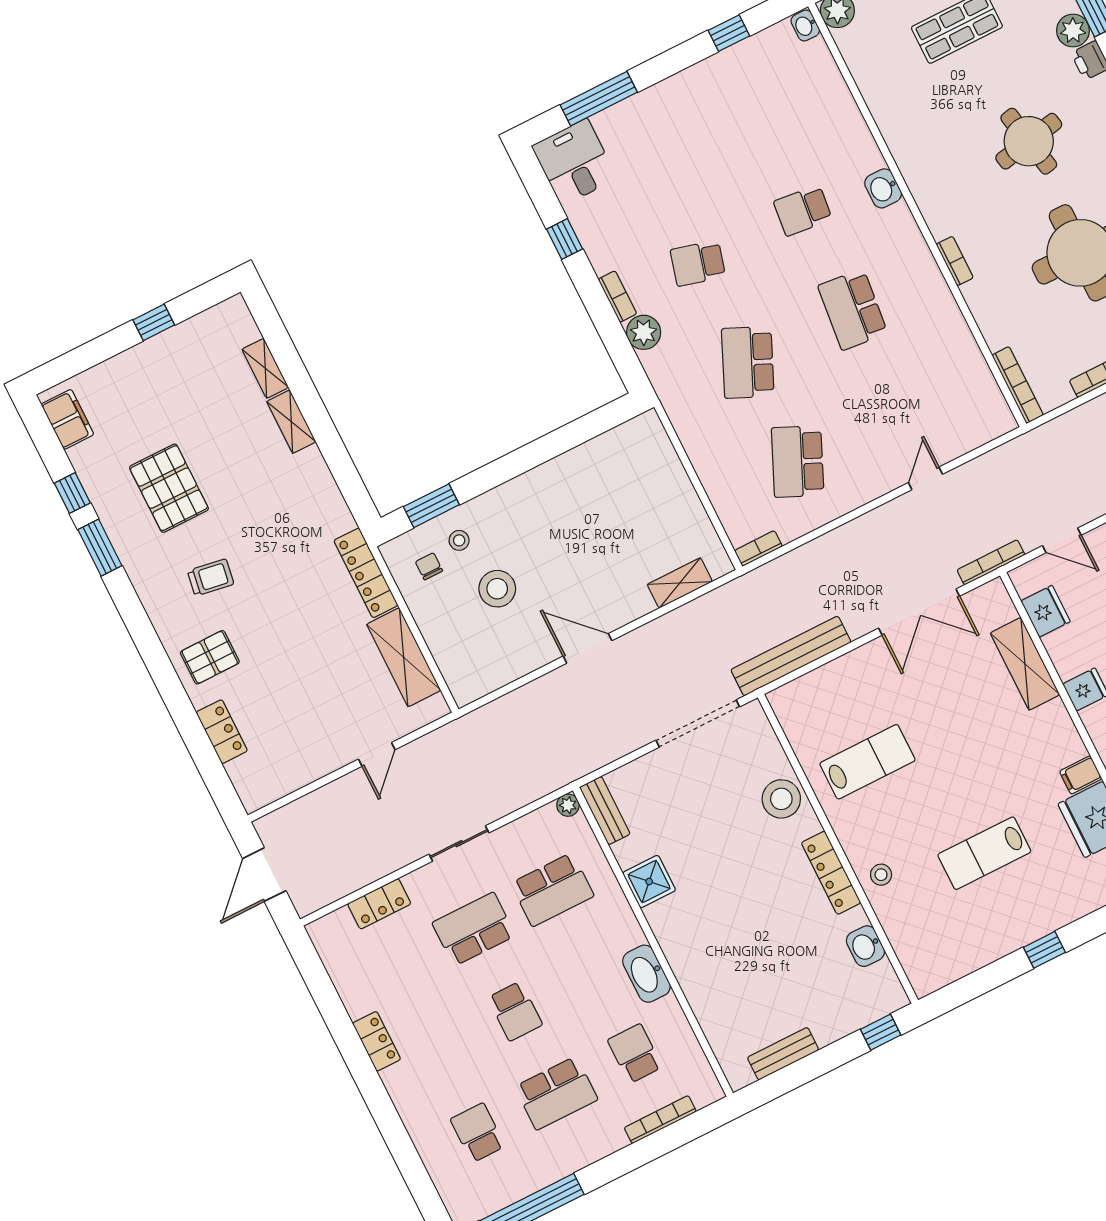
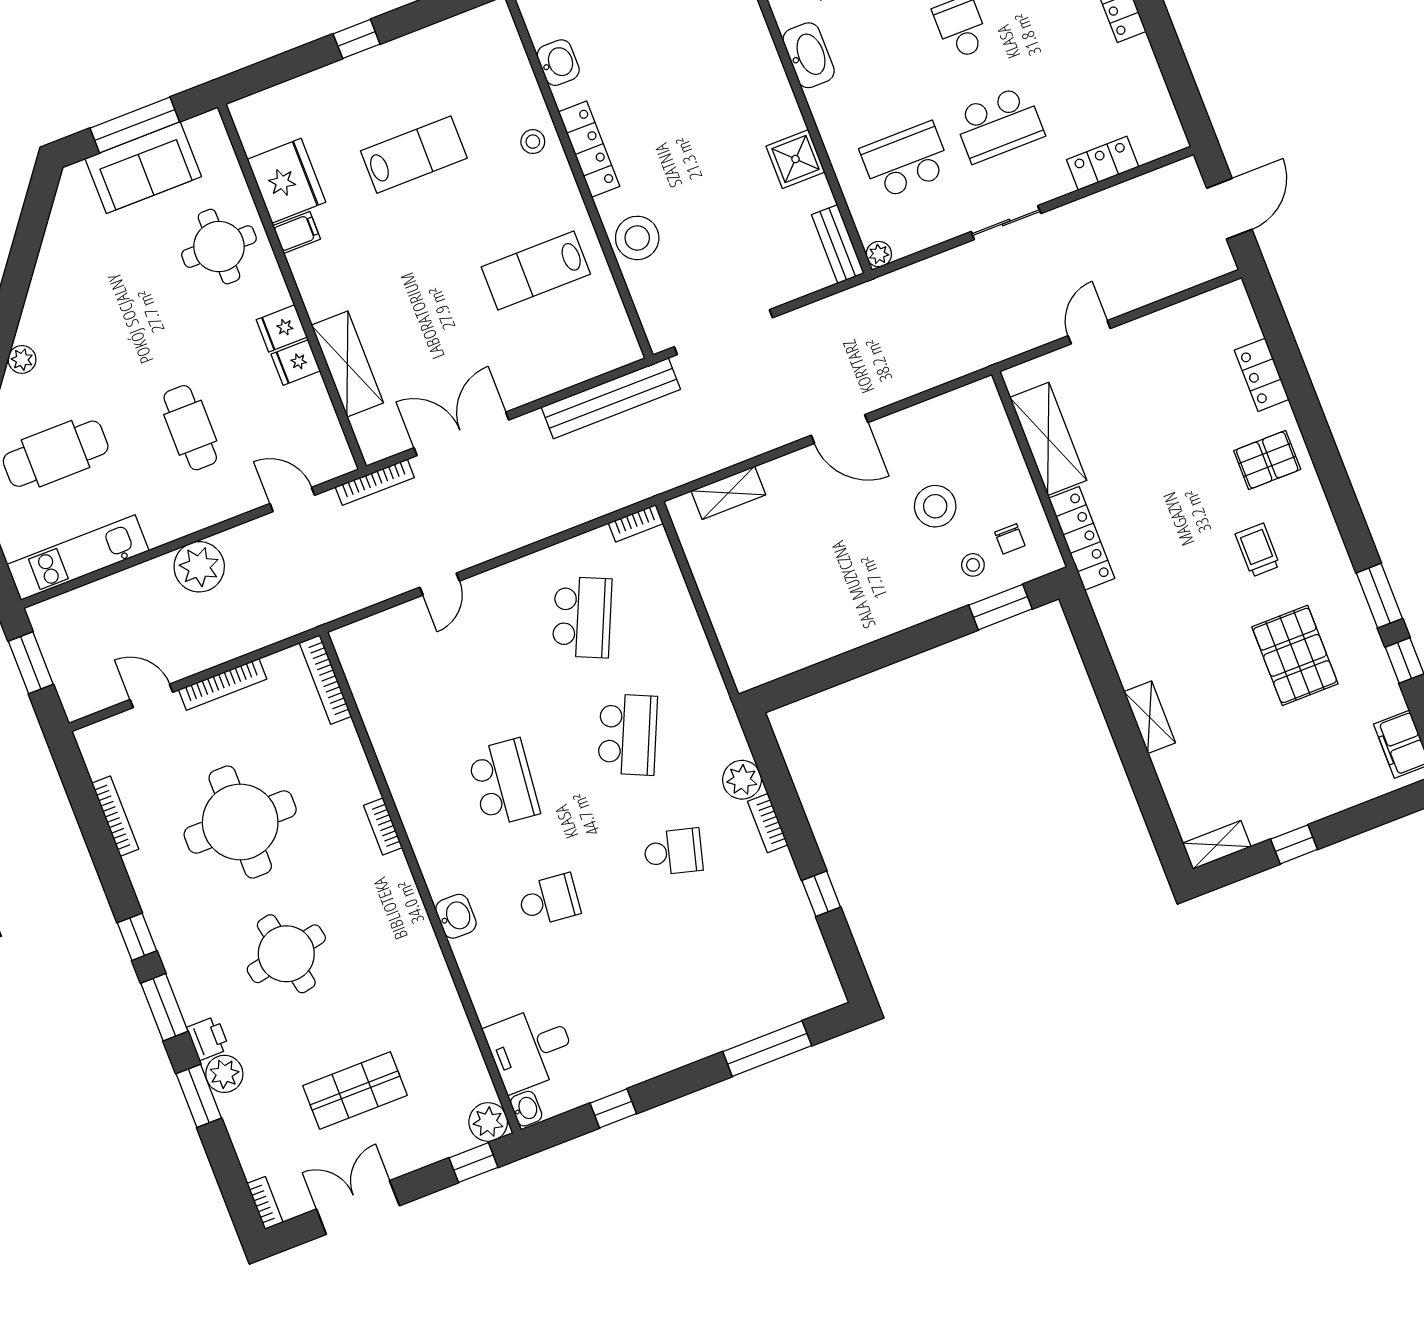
desk: (574, 162) -> (531, 1048), moved, turned 90
shelving: (265, 368) -> (1217, 845), moved, turned 90
trolley: (211, 578) -> (1258, 550), turned 81
fridge: (1046, 611) -> (296, 363), moved, width x0.72

